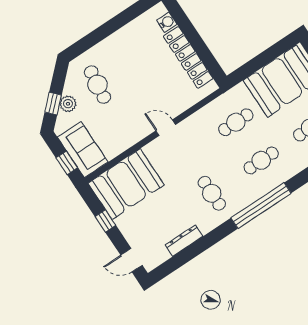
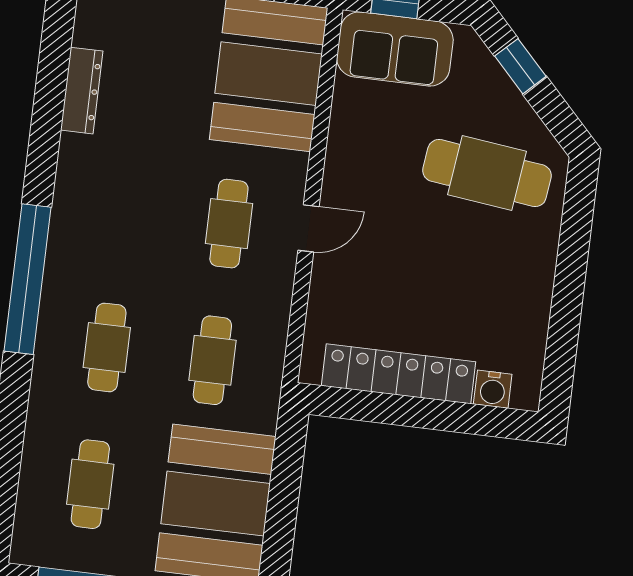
cafe table: (98, 85) -> (487, 173), width x1.37, depth x1.35
plant: (68, 104) -> (498, 92), removed
cafe table: (212, 193) -> (229, 224), moved, turned 90

